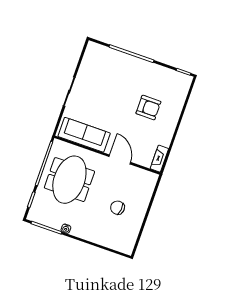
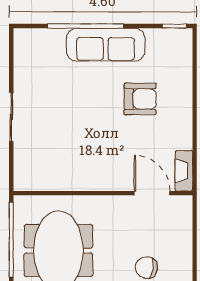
sofa: (84, 135) -> (106, 45), moved, turned 180
door: (120, 159) -> (152, 193), moved

